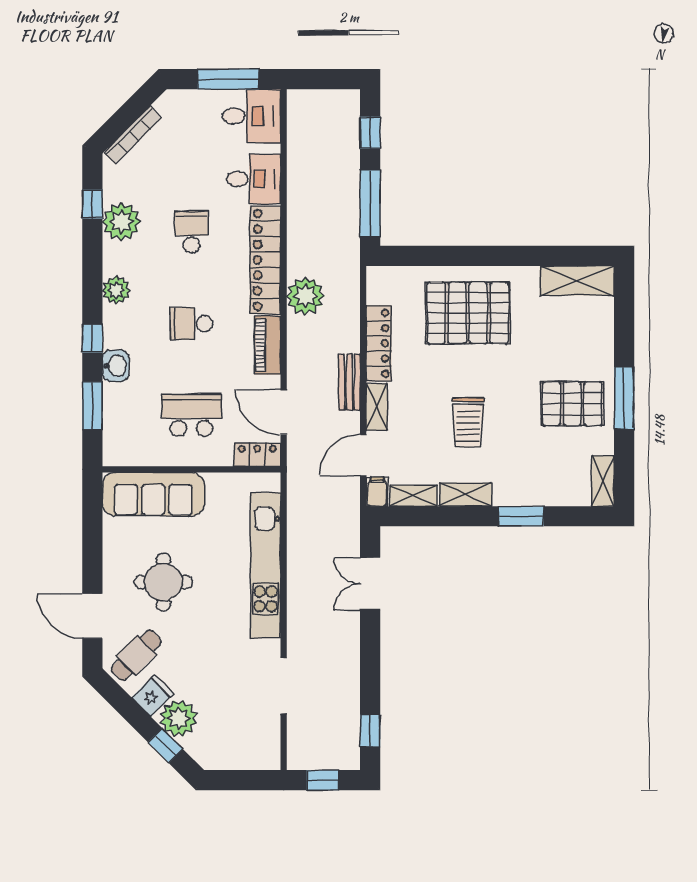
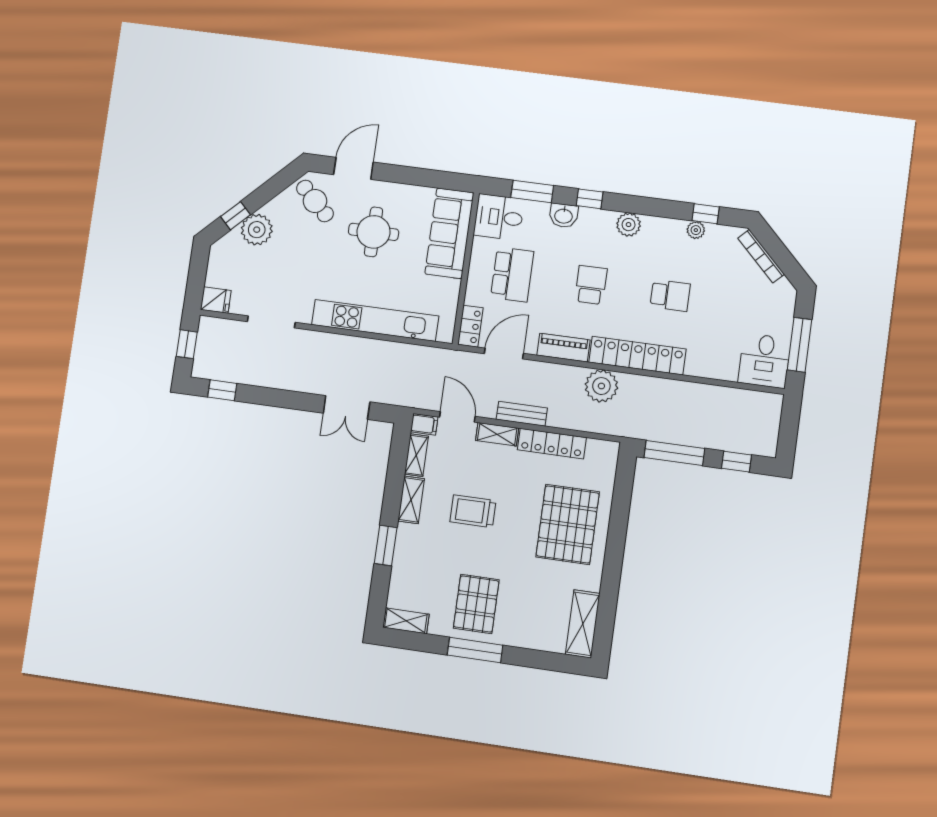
desk: (254, 179) -> (499, 217), moved, turned 90
plant: (121, 222) -> (696, 230), width x0.53, depth x0.53
double door: (370, 584) -> (347, 408), swing flipped
fridge: (153, 696) -> (216, 300), moved, turned -45

